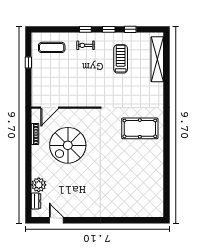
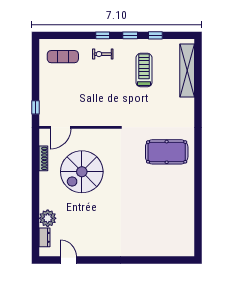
window: (28, 63) -> (35, 107), moved

